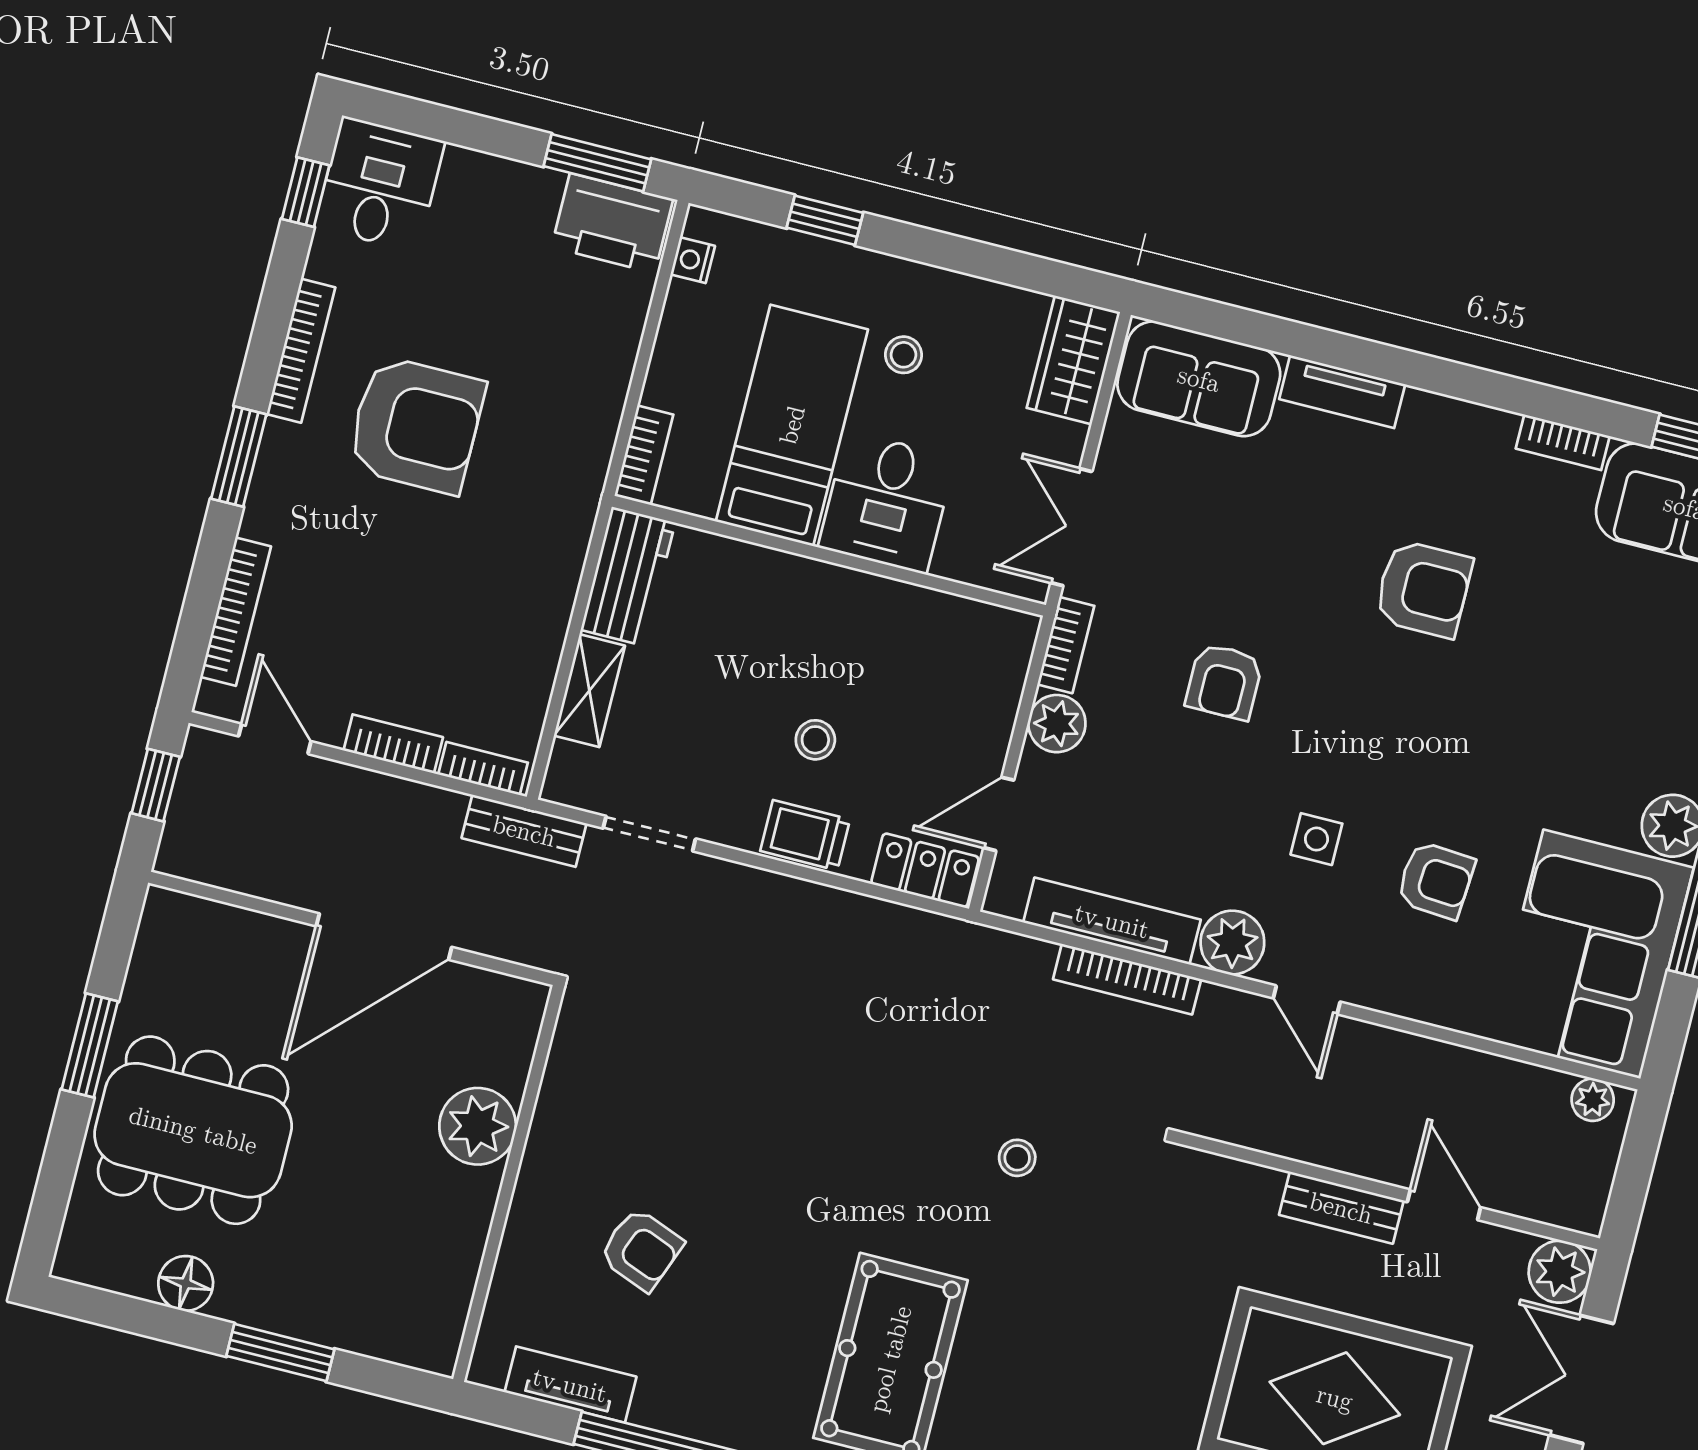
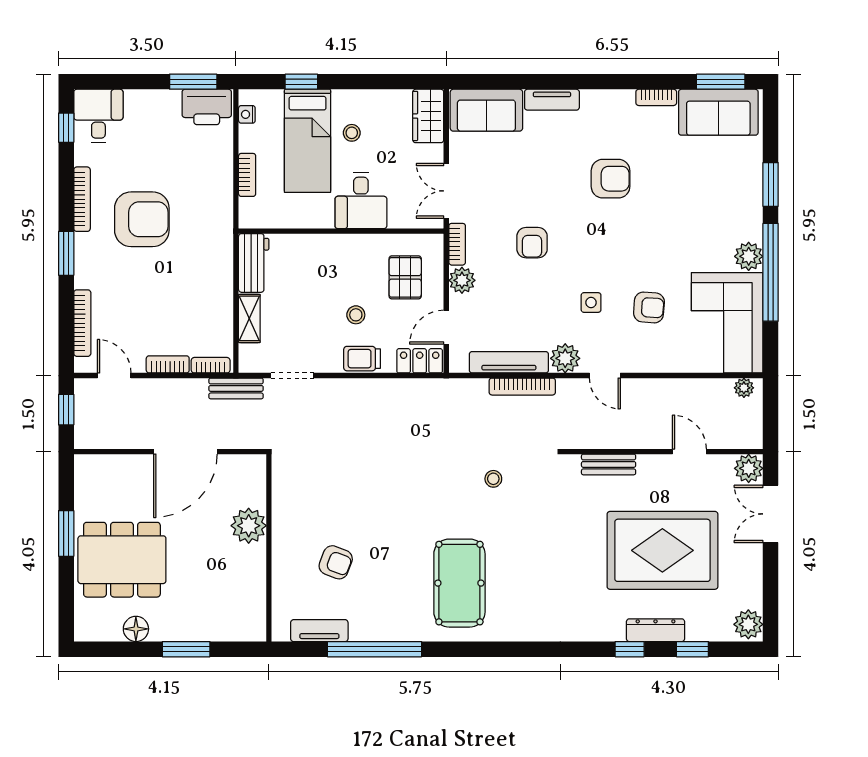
bed: (792, 425) -> (308, 141), moved, turned 180
bookcase: (644, 455) -> (247, 175), moved
pallet: (939, 687) -> (405, 277), added
bench: (1341, 1208) -> (609, 464), moved

